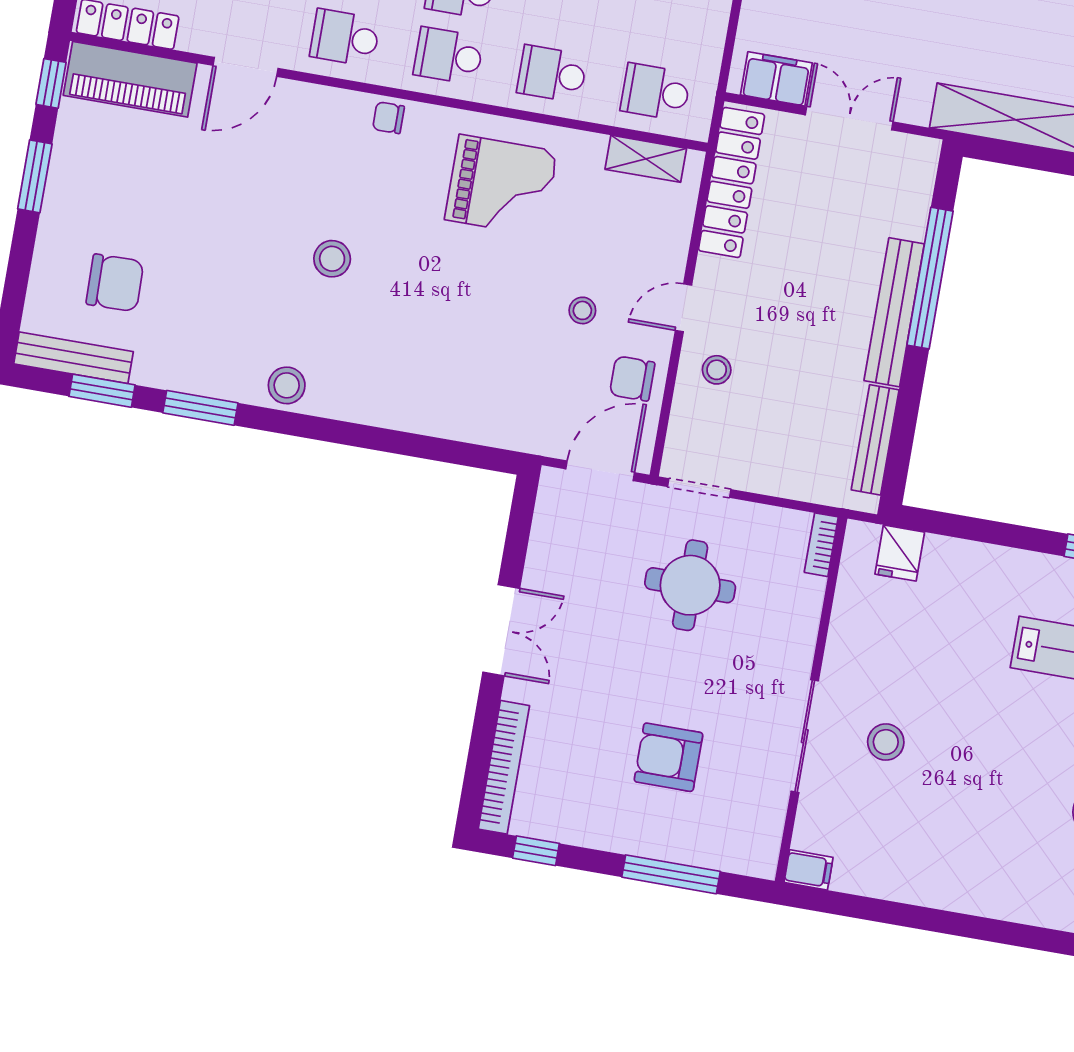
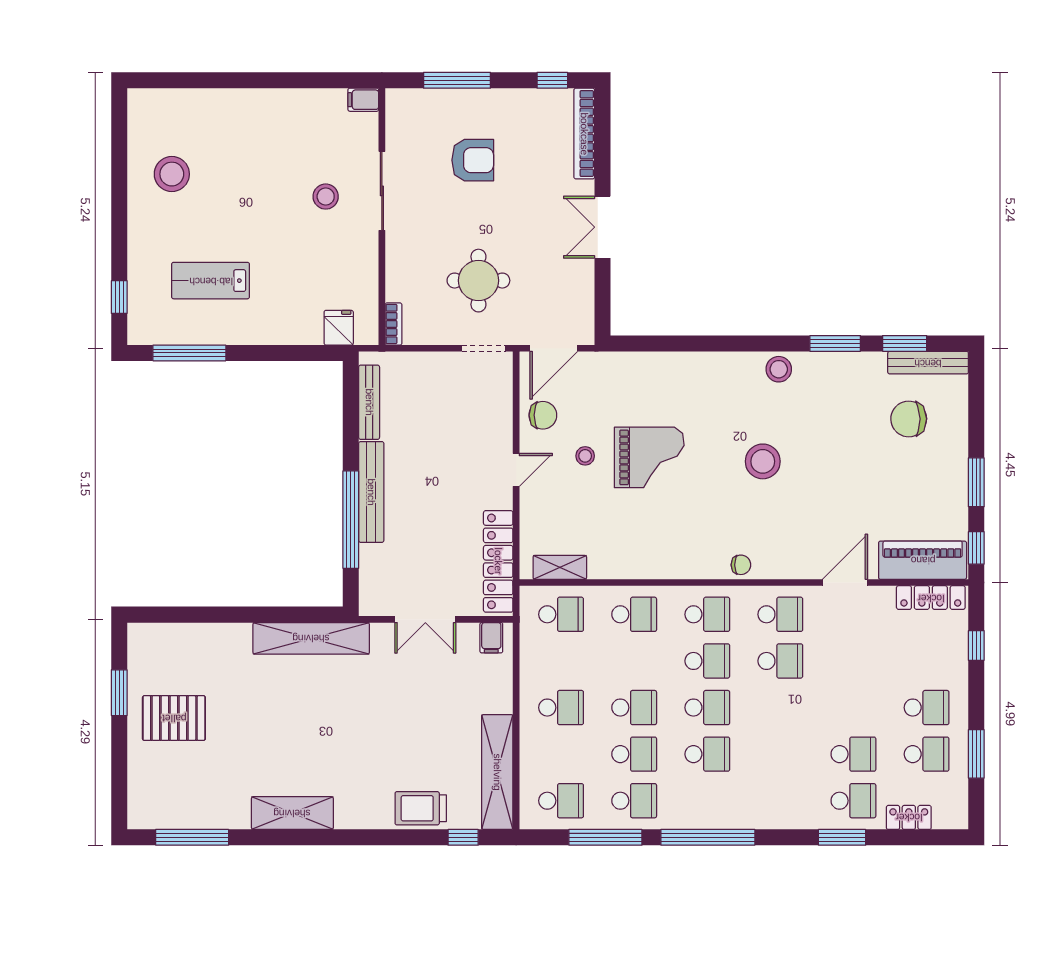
filing cabinet: (776, 79) -> (491, 638), width x0.50
grand piano: (501, 185) -> (649, 457), moved, turned 180
stool: (332, 259) -> (763, 461), width x1.38, depth x1.38
stool: (717, 370) -> (486, 431), removed

